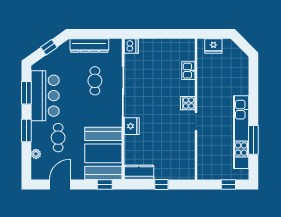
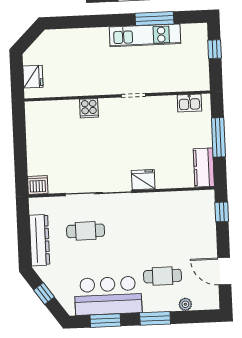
kitchen sink: (188, 71) -> (189, 103), moved
cooker: (188, 103) -> (89, 108), moved
kitchen unit: (241, 132) -> (145, 35), width x0.73
booth: (103, 153) -> (181, 215), removed
window: (161, 184) -> (218, 137), width x2.17

